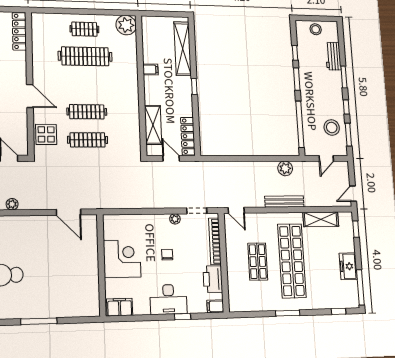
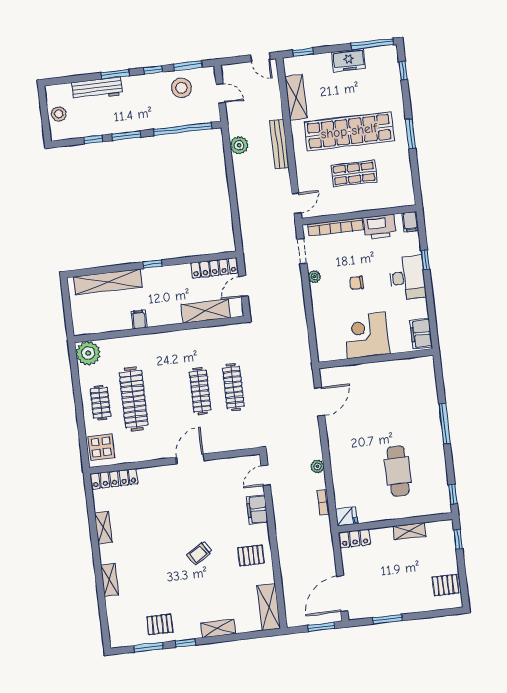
workbench: (333, 56) -> (97, 89), width x1.38
display table: (46, 134) -> (101, 447), moved

